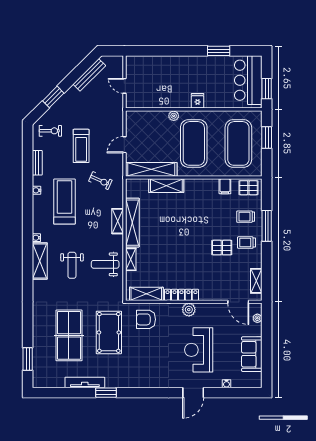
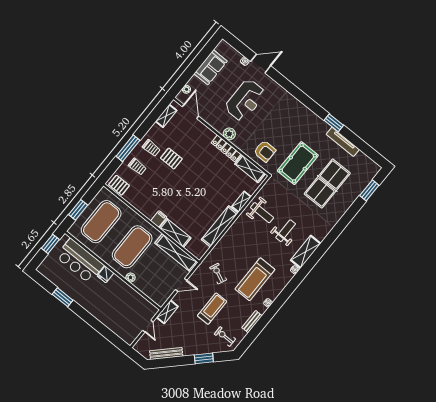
bar counter: (248, 80) -> (80, 261), moved, turned 90
filing cabinet: (225, 186) -> (159, 219), moved
shelving: (118, 221) -> (167, 312), moved
door: (193, 393) -> (261, 64), moved

